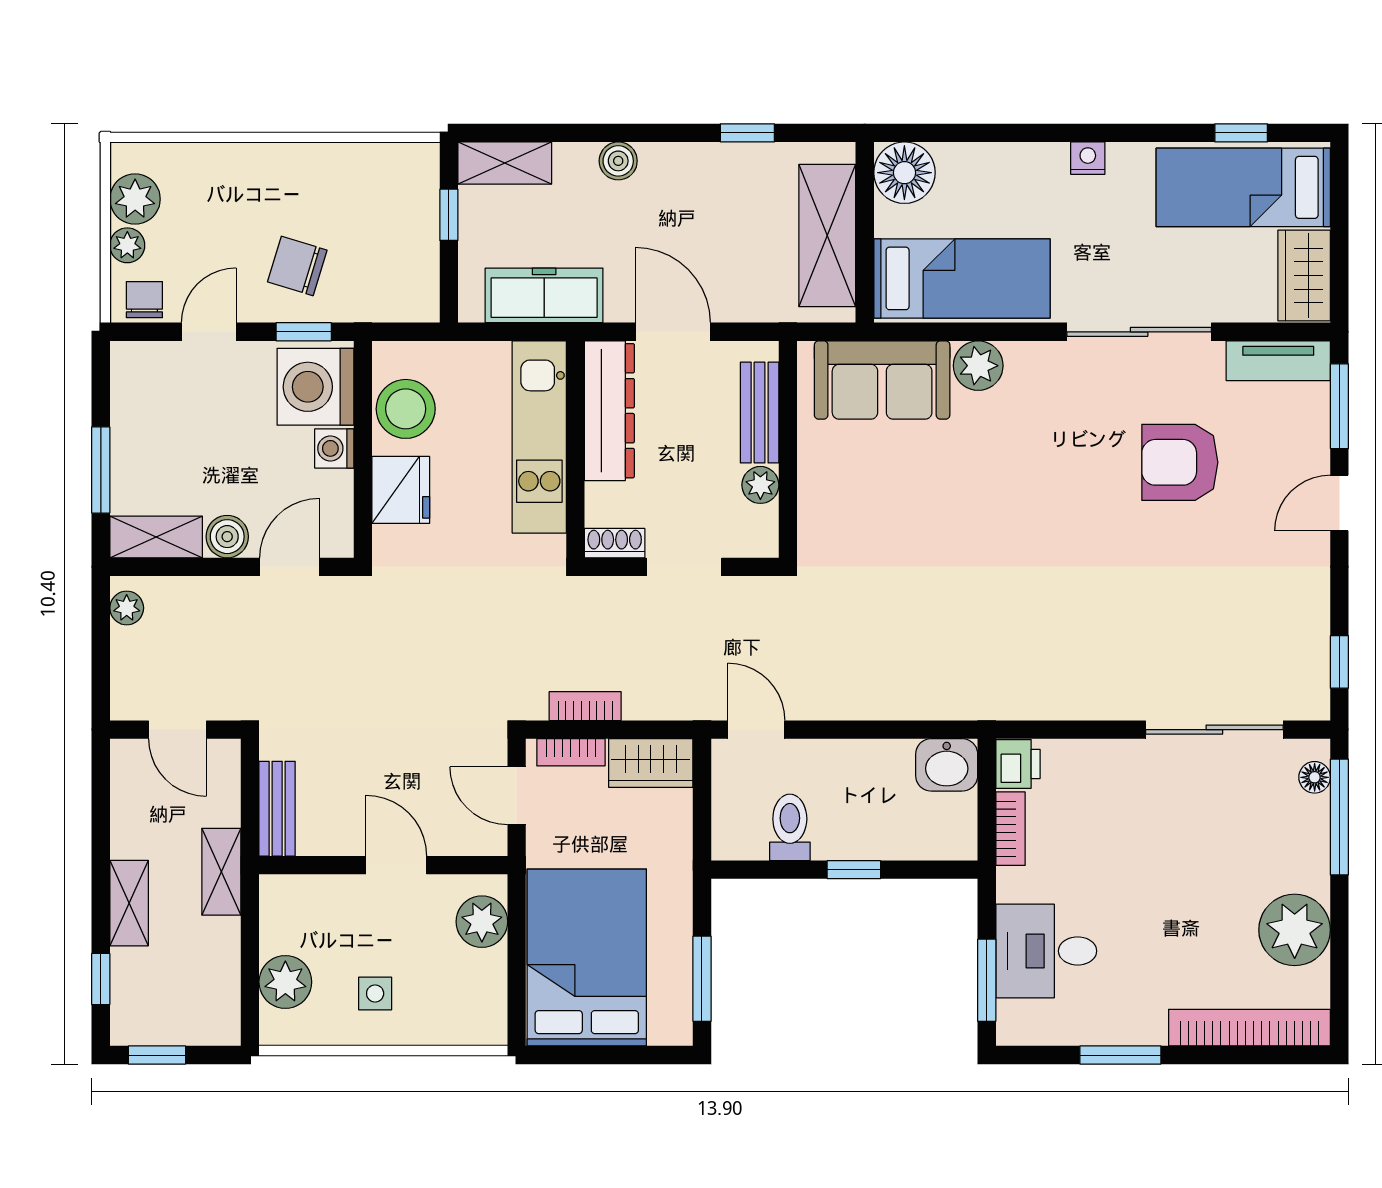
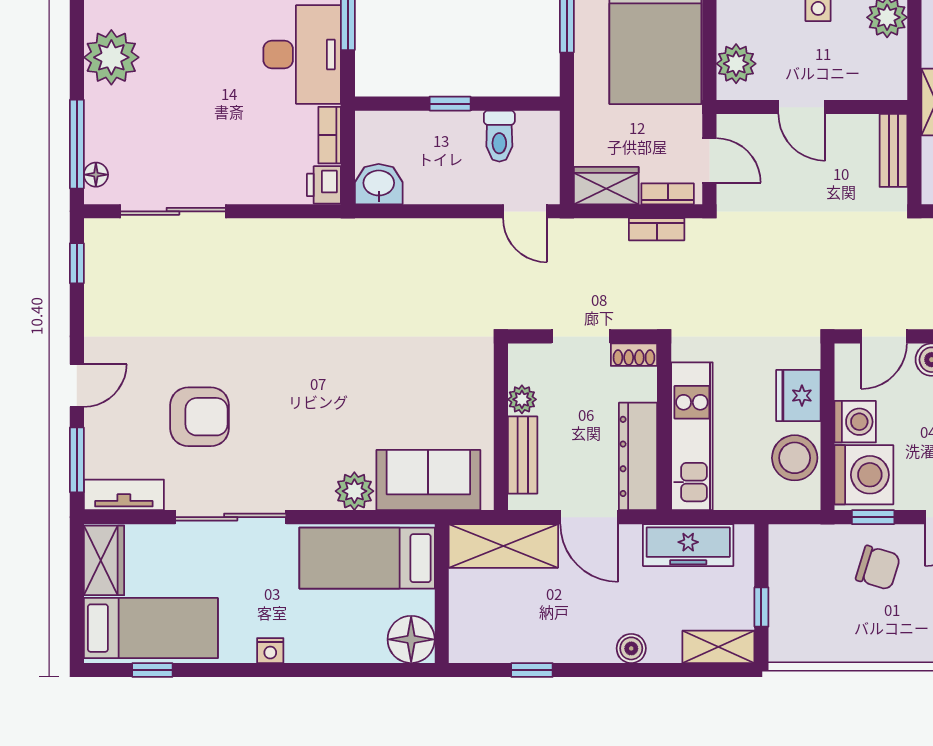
shelving: (827, 236) -> (503, 546), moved, turned 90
washing machine: (334, 448) -> (855, 422), width x1.38, depth x1.38
desk: (1046, 951) -> (302, 54), width x1.37

